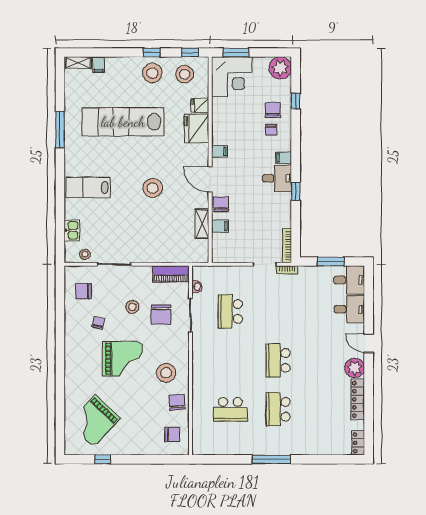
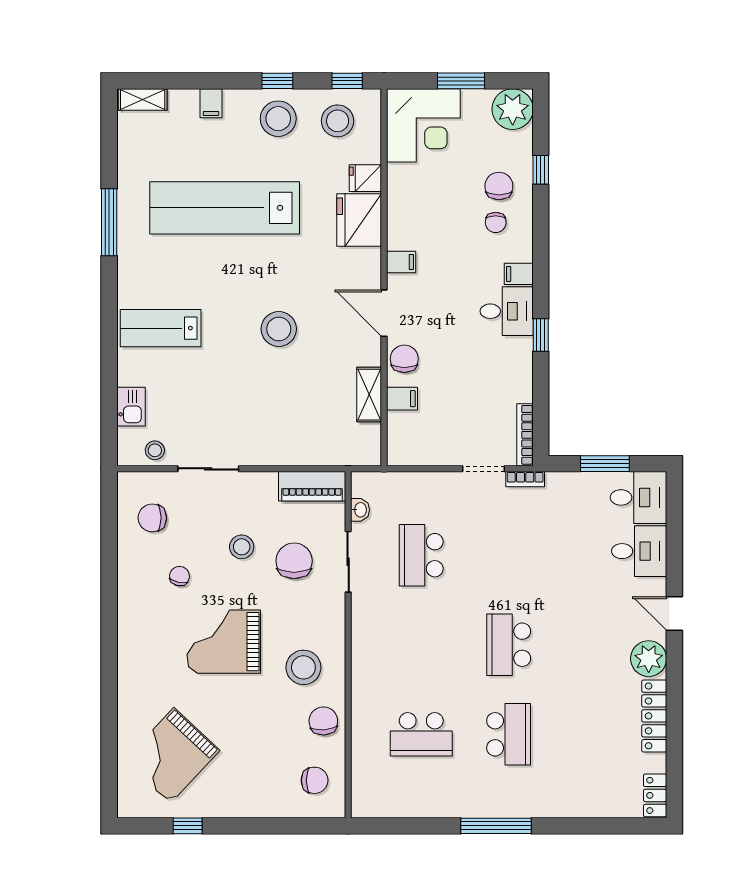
window: (236, 52) -> (461, 81), moved
filing cabinet: (99, 65) -> (211, 103), moved
chair: (161, 315) -> (294, 561), turned 180
grand piano: (123, 359) -> (224, 642), turned 180
school desk: (278, 409) -> (509, 734), turned 180

